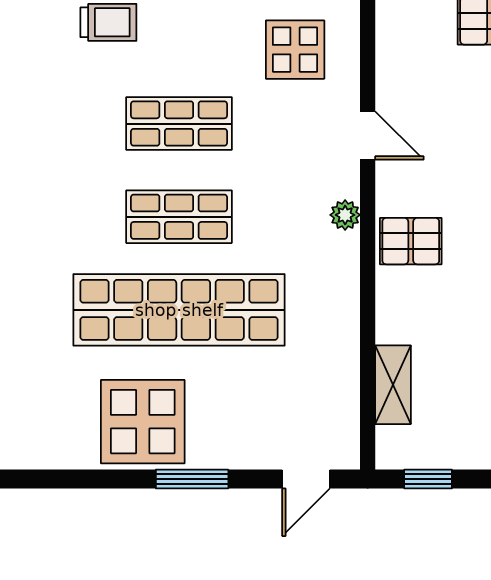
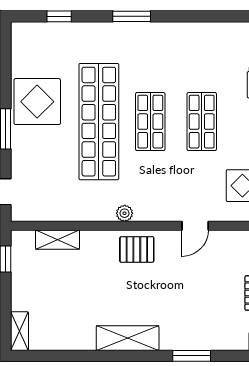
plant: (345, 215) -> (125, 213), moved
pallet: (411, 241) -> (137, 249), turned 90

